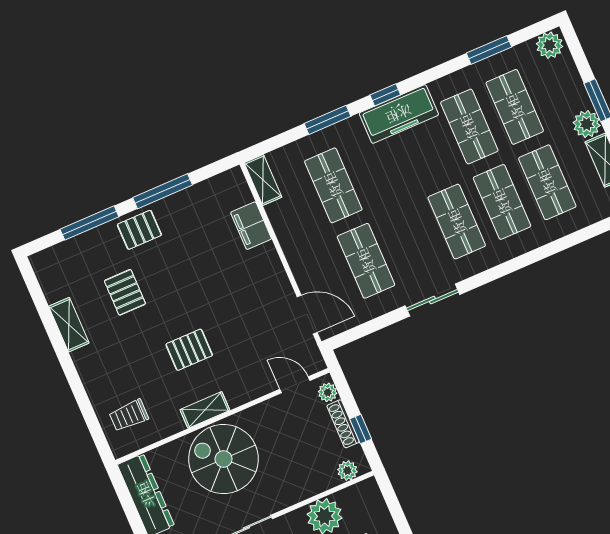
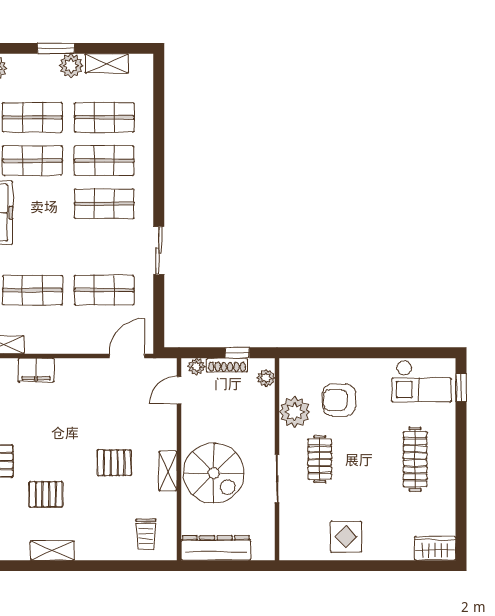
pallet: (189, 350) -> (114, 463), turned 90
spiral stairs: (224, 459) -> (214, 473), turned -90

